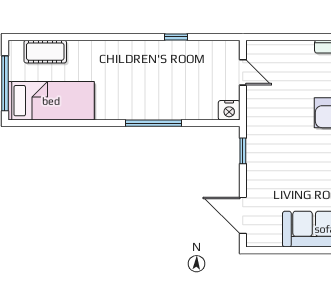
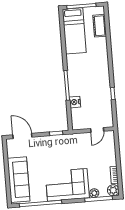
nightstand: (229, 110) -> (75, 102), moved
door: (243, 215) -> (22, 136), hinge flipped

